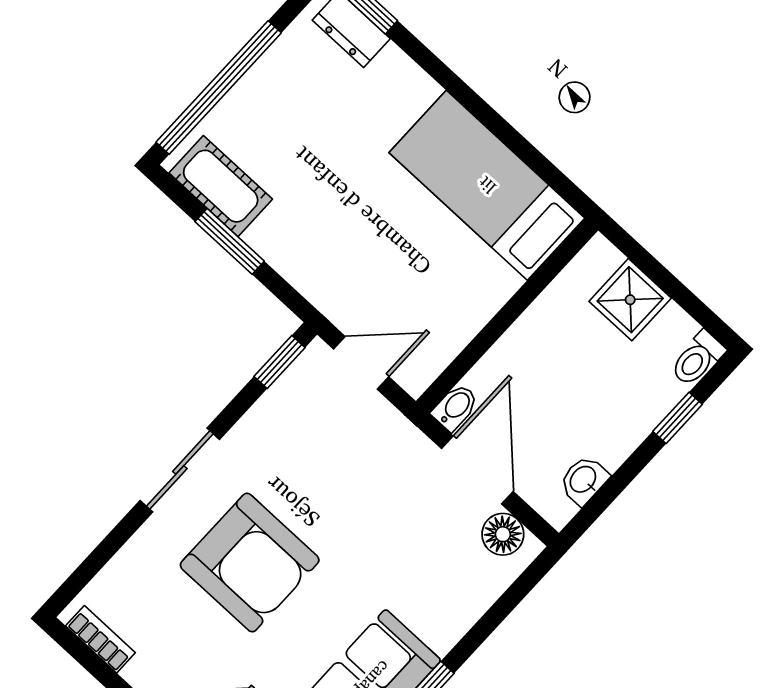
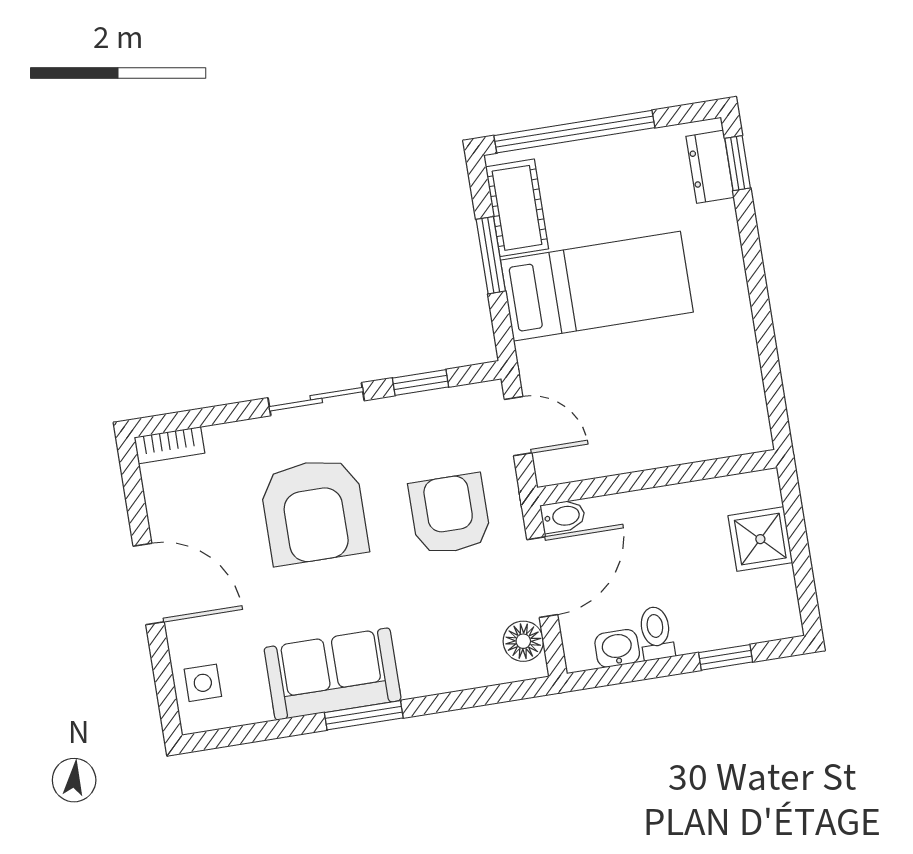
bed: (487, 185) -> (597, 286), moved, turned 90
toilet: (697, 359) -> (656, 633), moved, turned 90
window: (279, 362) -> (420, 382), moved
armchair: (362, 478) -> (450, 514), added
bookcase: (100, 639) -> (169, 445), moved, turned 90

